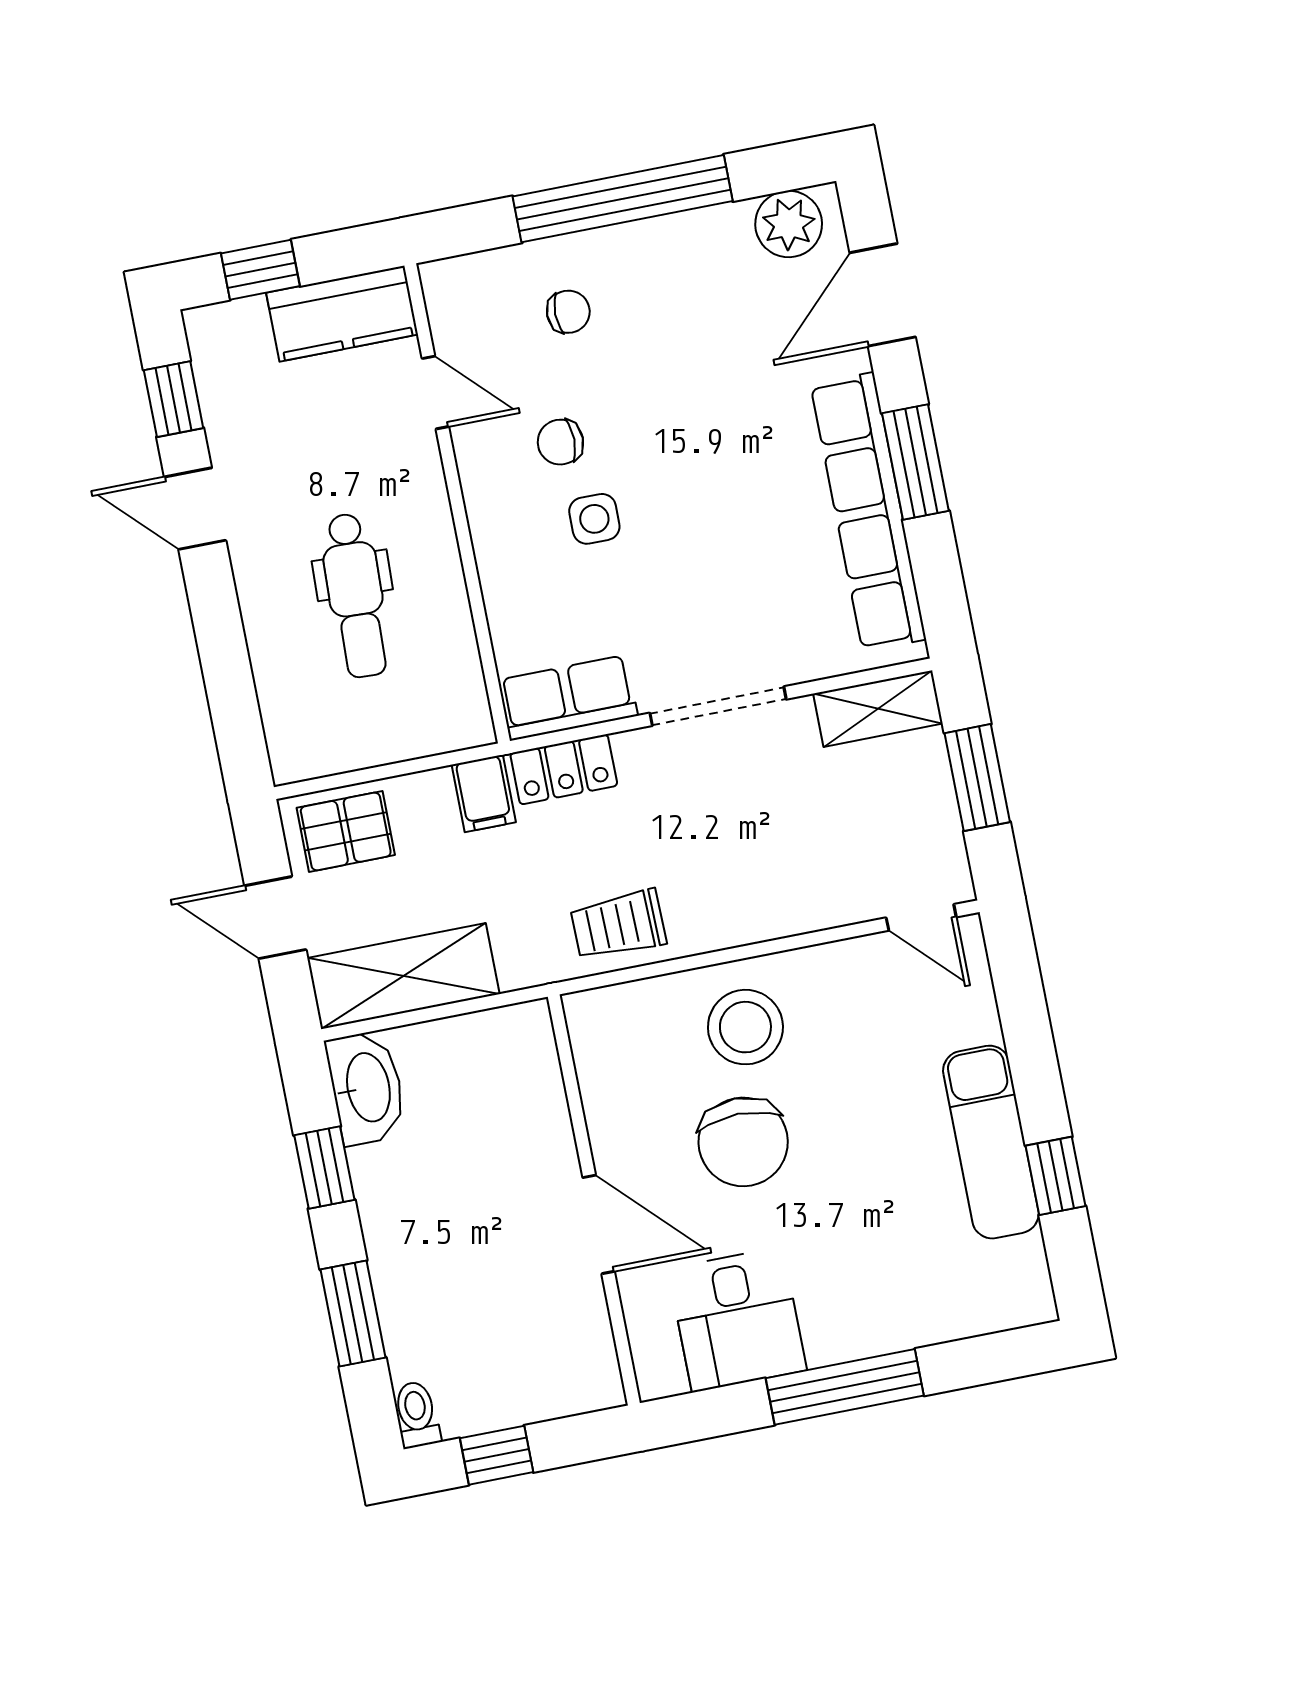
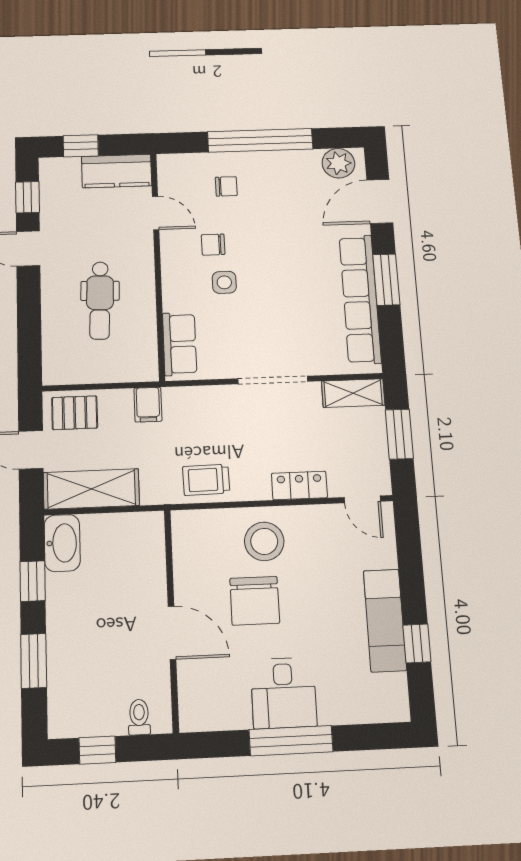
row of seats: (568, 698) -> (180, 344), moved, turned 90
locker: (564, 769) -> (299, 485), moved, turned 180
desk: (737, 1320) -> (284, 693), moved
toilet: (417, 1414) -> (139, 717), moved

